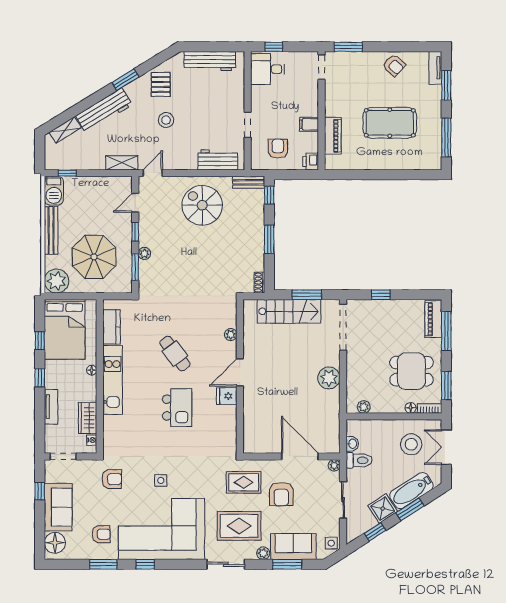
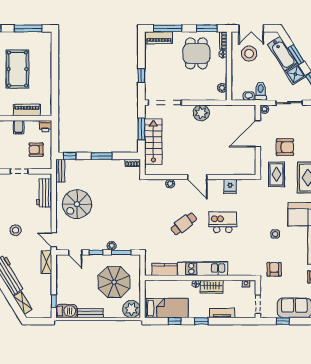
bench: (51, 230) -> (90, 313), width x0.73
bed: (65, 329) -> (166, 308), width x0.67
fridge: (227, 396) -> (230, 186), moved
wardrobe: (88, 418) -> (211, 287), moved

